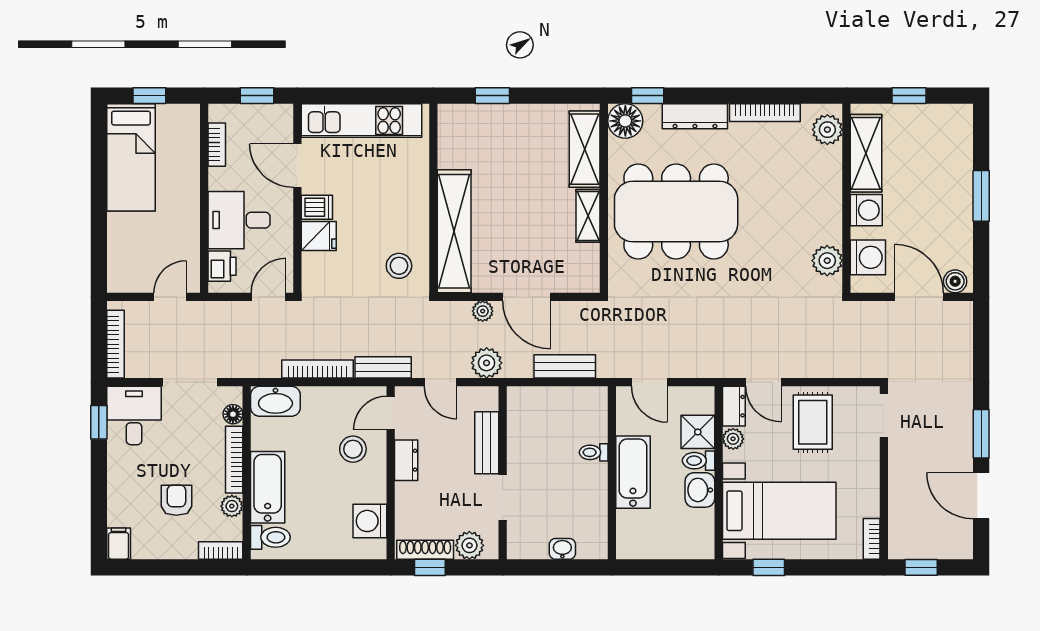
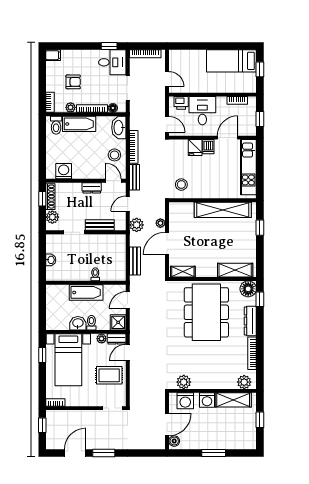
shelving: (588, 216) -> (183, 272), moved
shelving: (454, 231) -> (223, 210), moved
shower: (698, 432) -> (118, 322), moved
stool: (353, 449) -> (114, 155), moved

